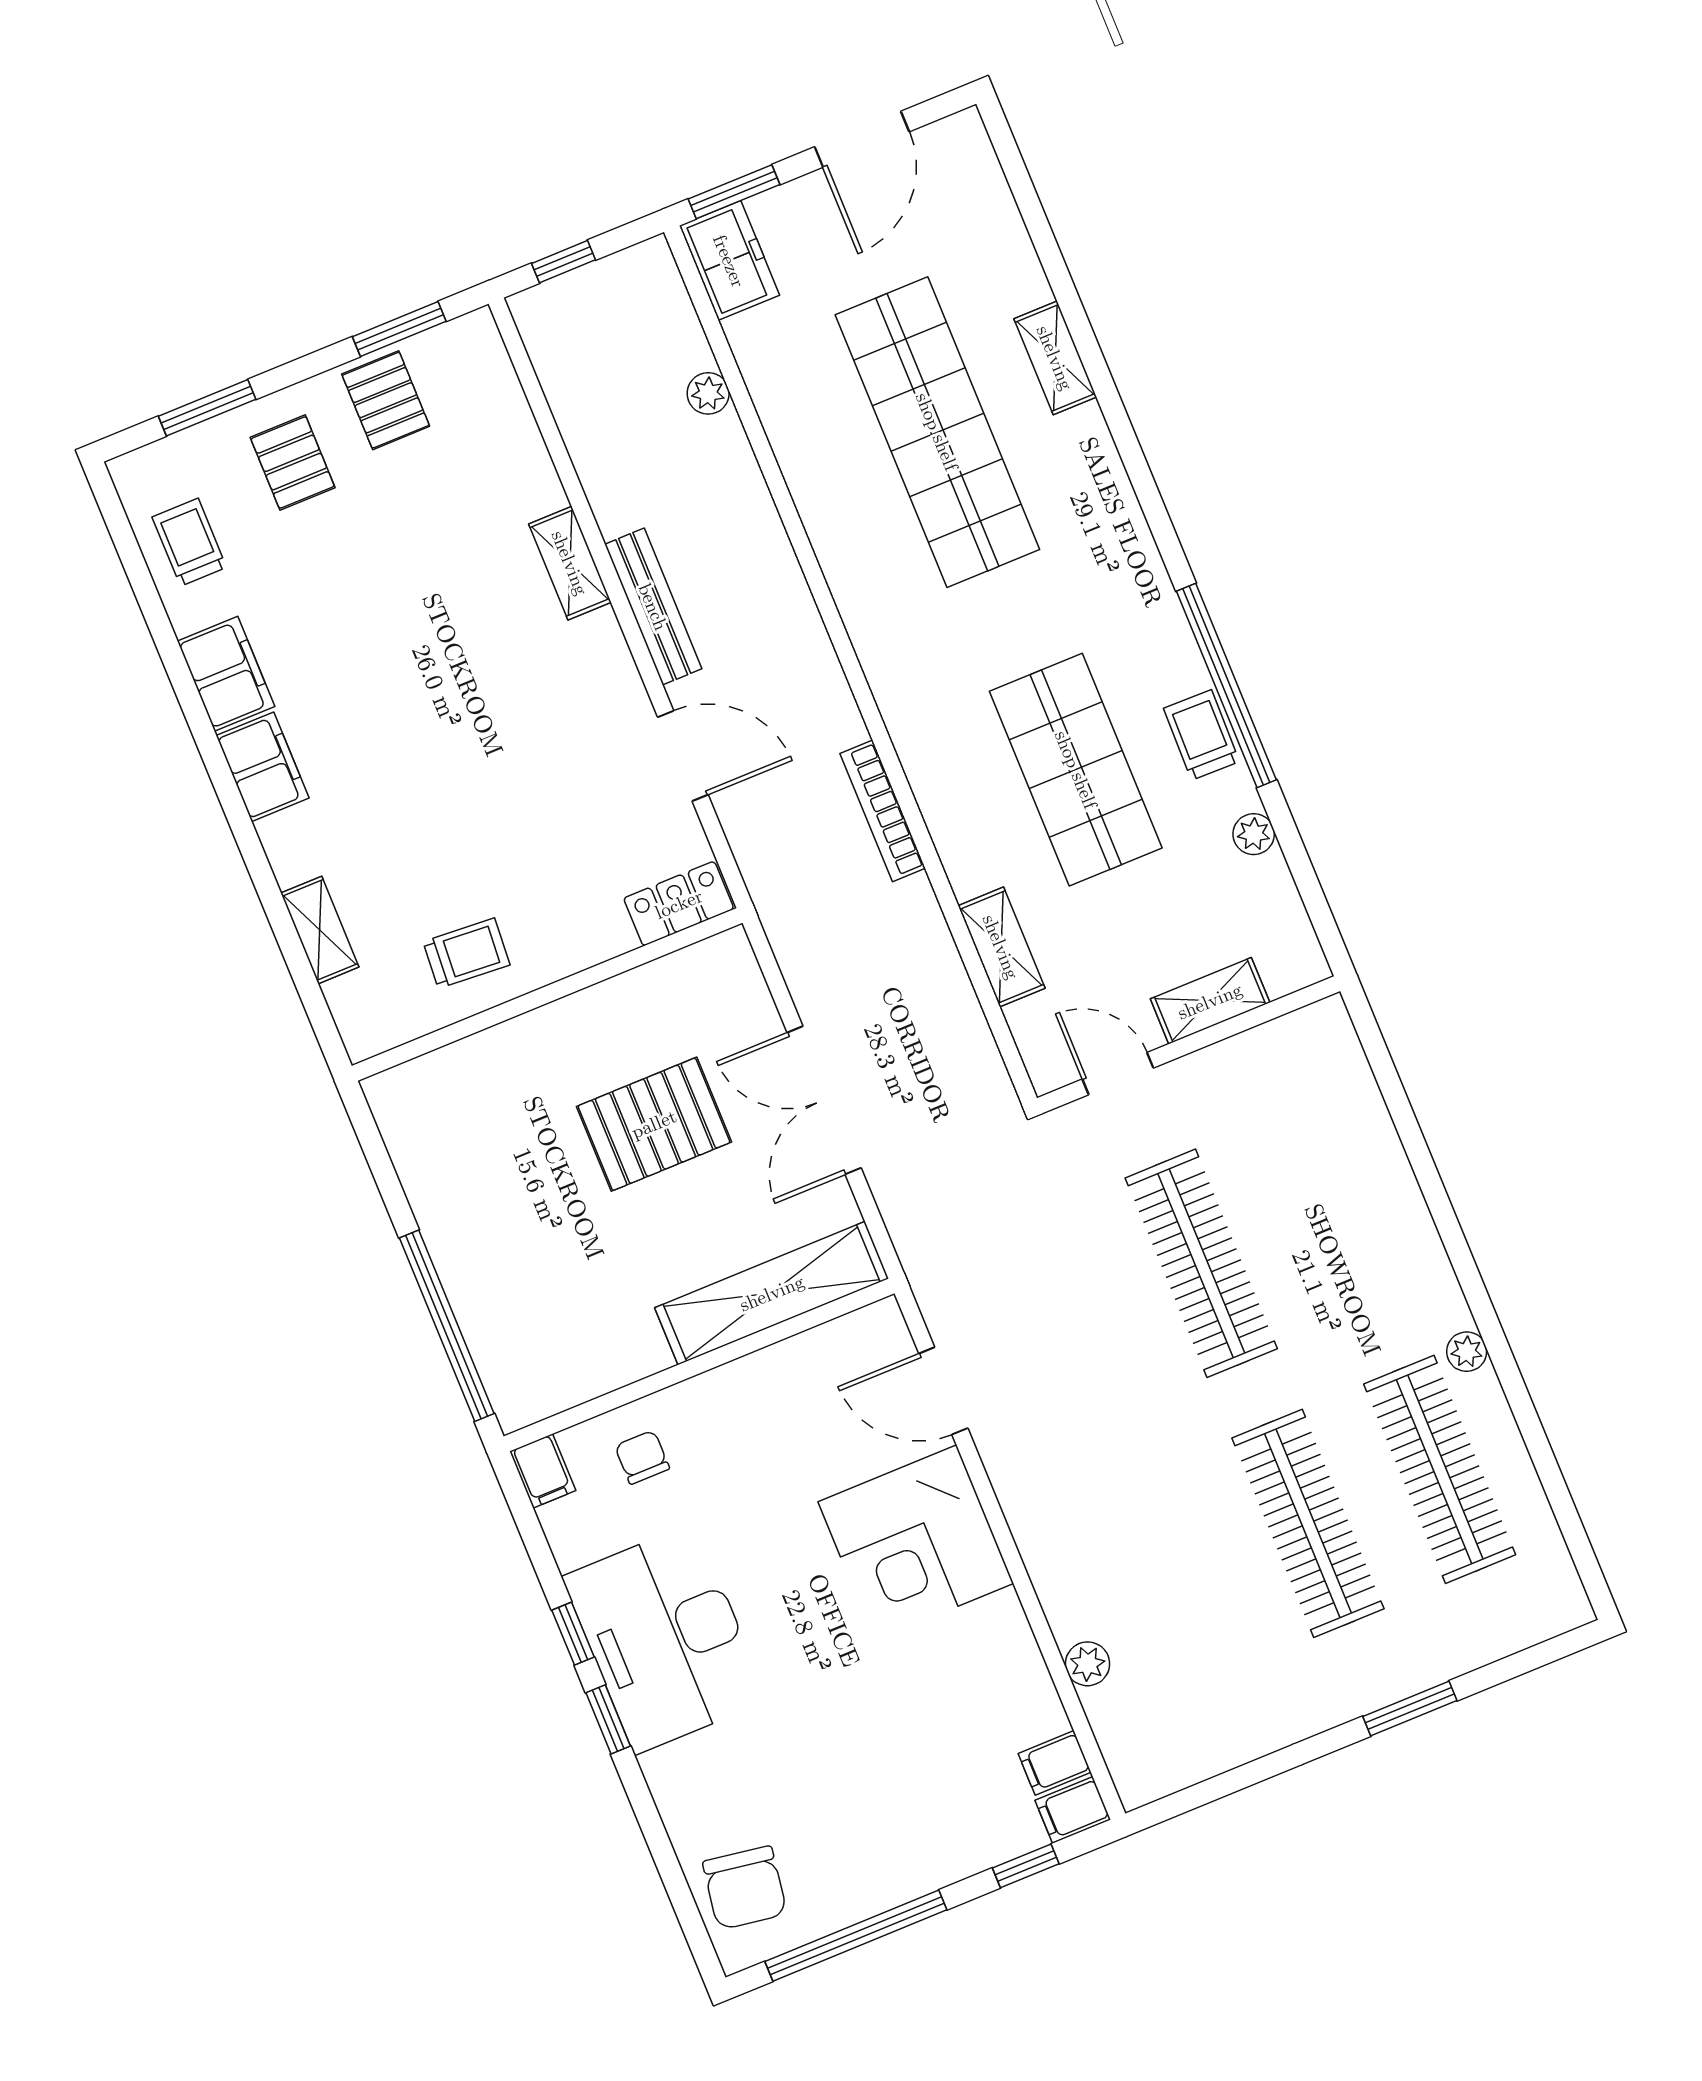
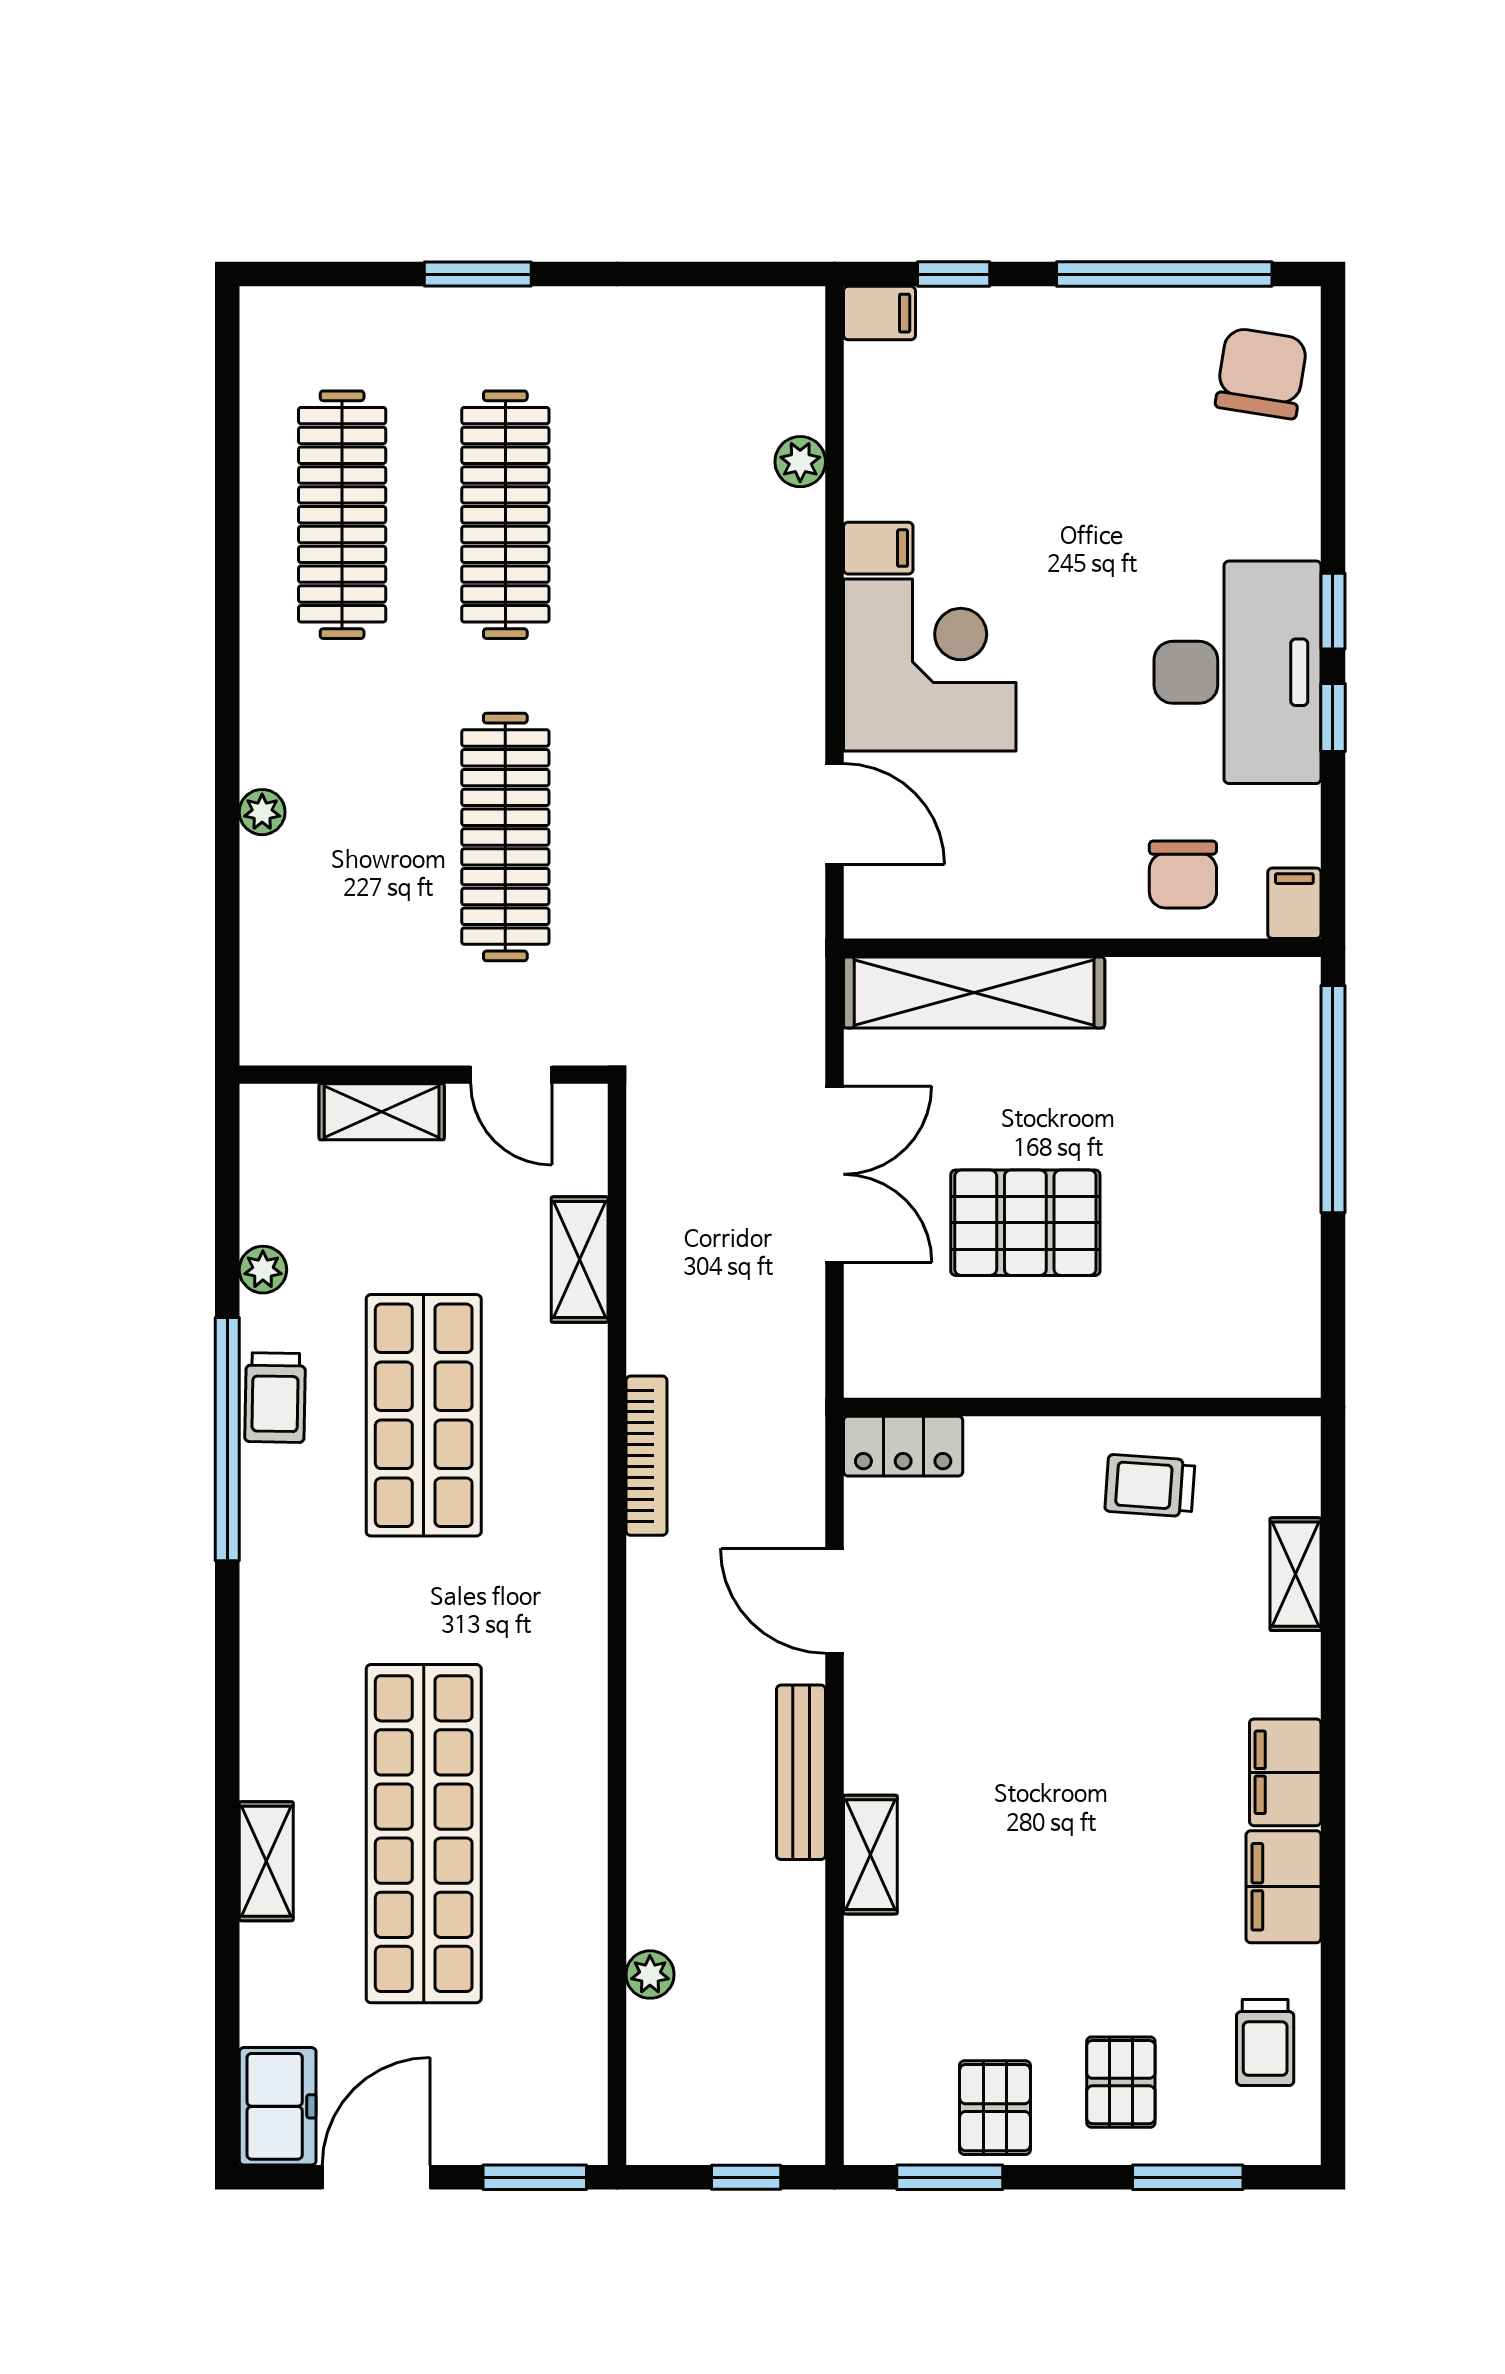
freezer: (729, 261) -> (278, 2106), moved, turned 180
plant: (1467, 1352) -> (262, 812), moved
chair: (642, 1457) -> (1183, 875), width x1.37, depth x1.37
filing cabinet: (1055, 1763) -> (878, 548), moved

